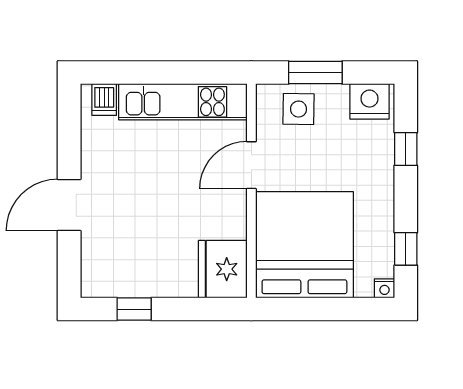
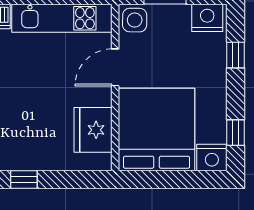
side table: (299, 109) -> (135, 20), moved
fridge: (223, 269) -> (93, 130), moved
nightstand: (384, 288) -> (212, 158), width x1.89, depth x1.79

